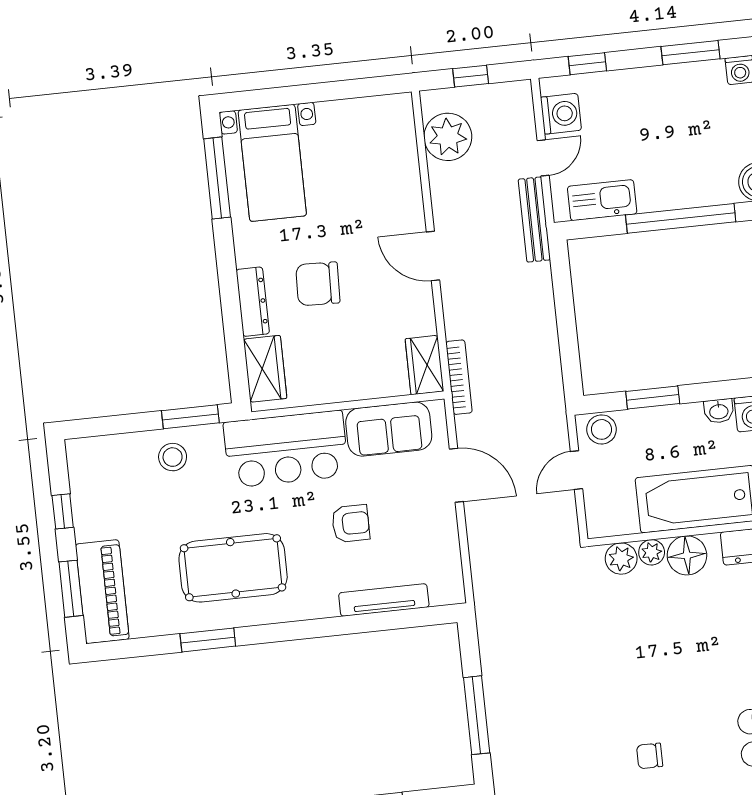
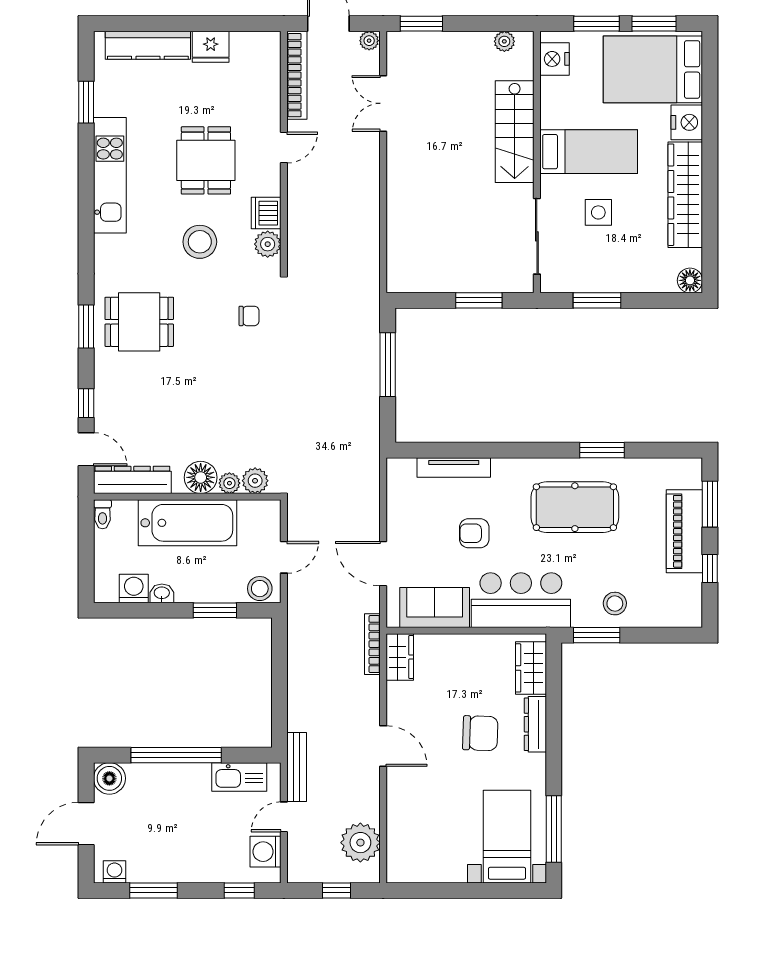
piano: (102, 592) -> (684, 531), moved

